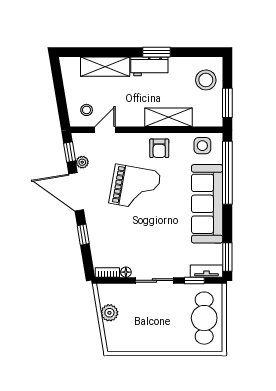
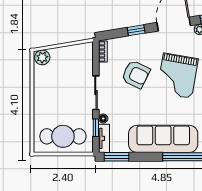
armchair: (134, 235) -> (136, 74), added
floor lamp: (126, 272) -> (103, 119), moved
plant: (109, 313) -> (42, 57), moved

